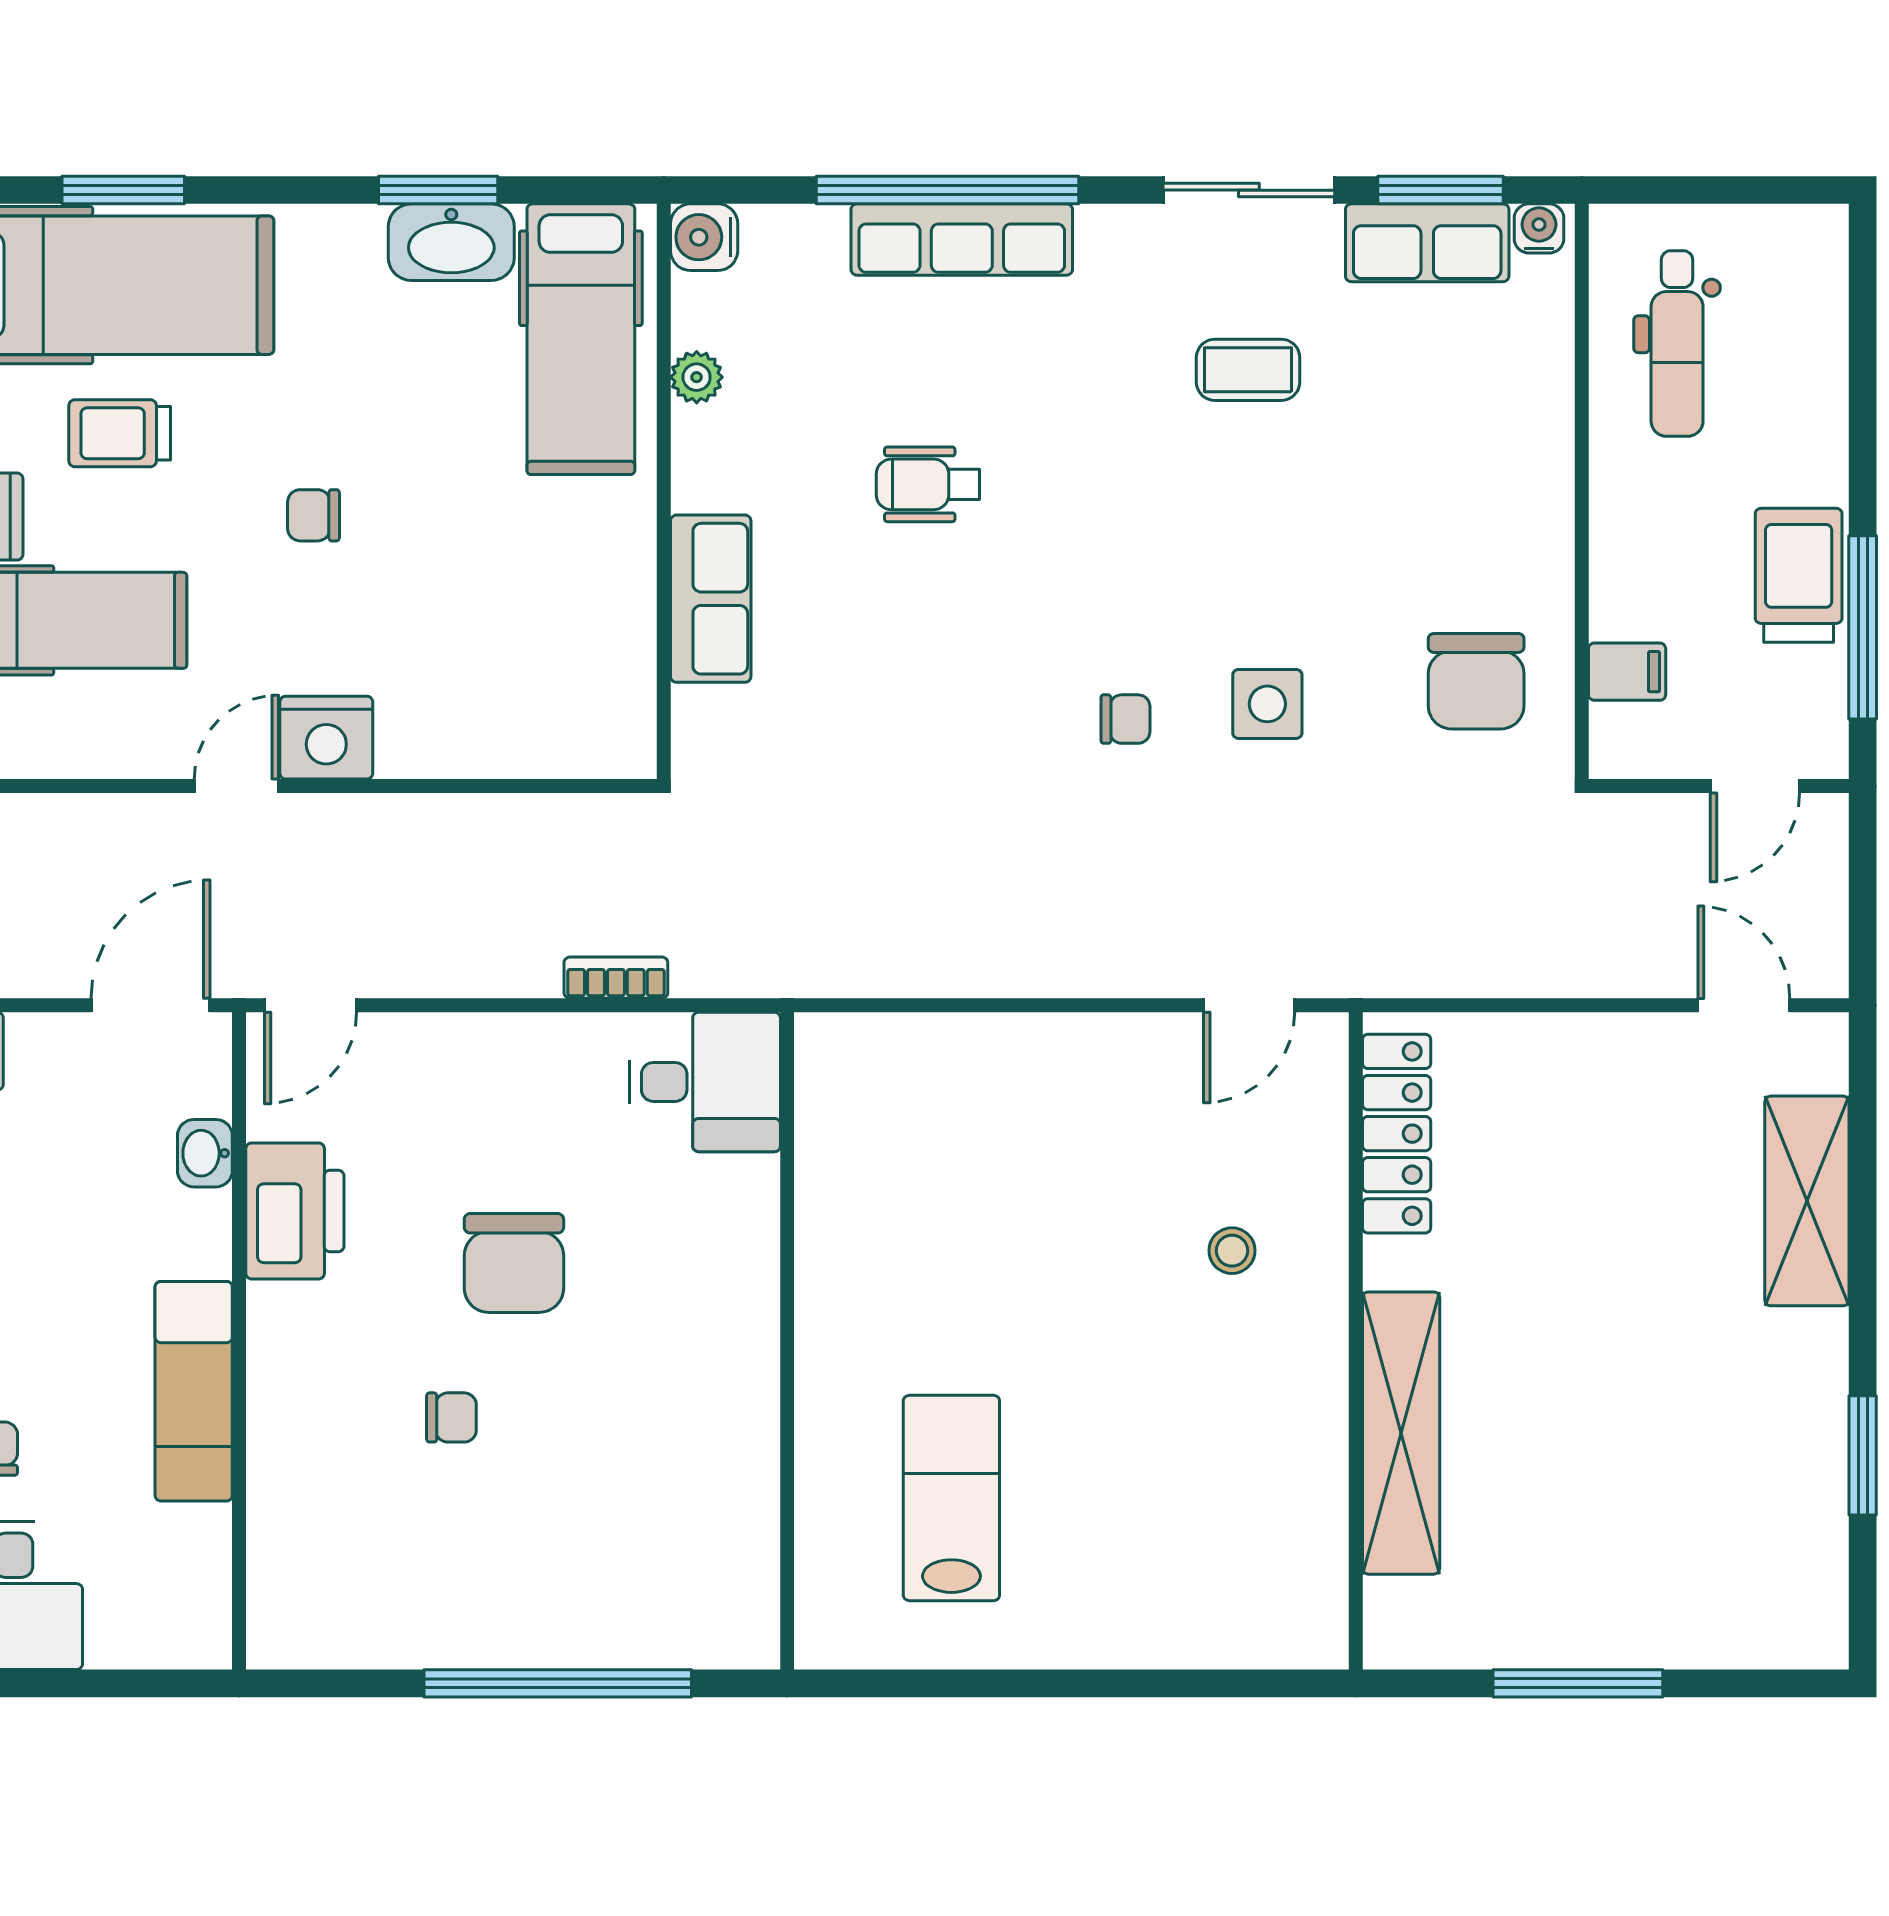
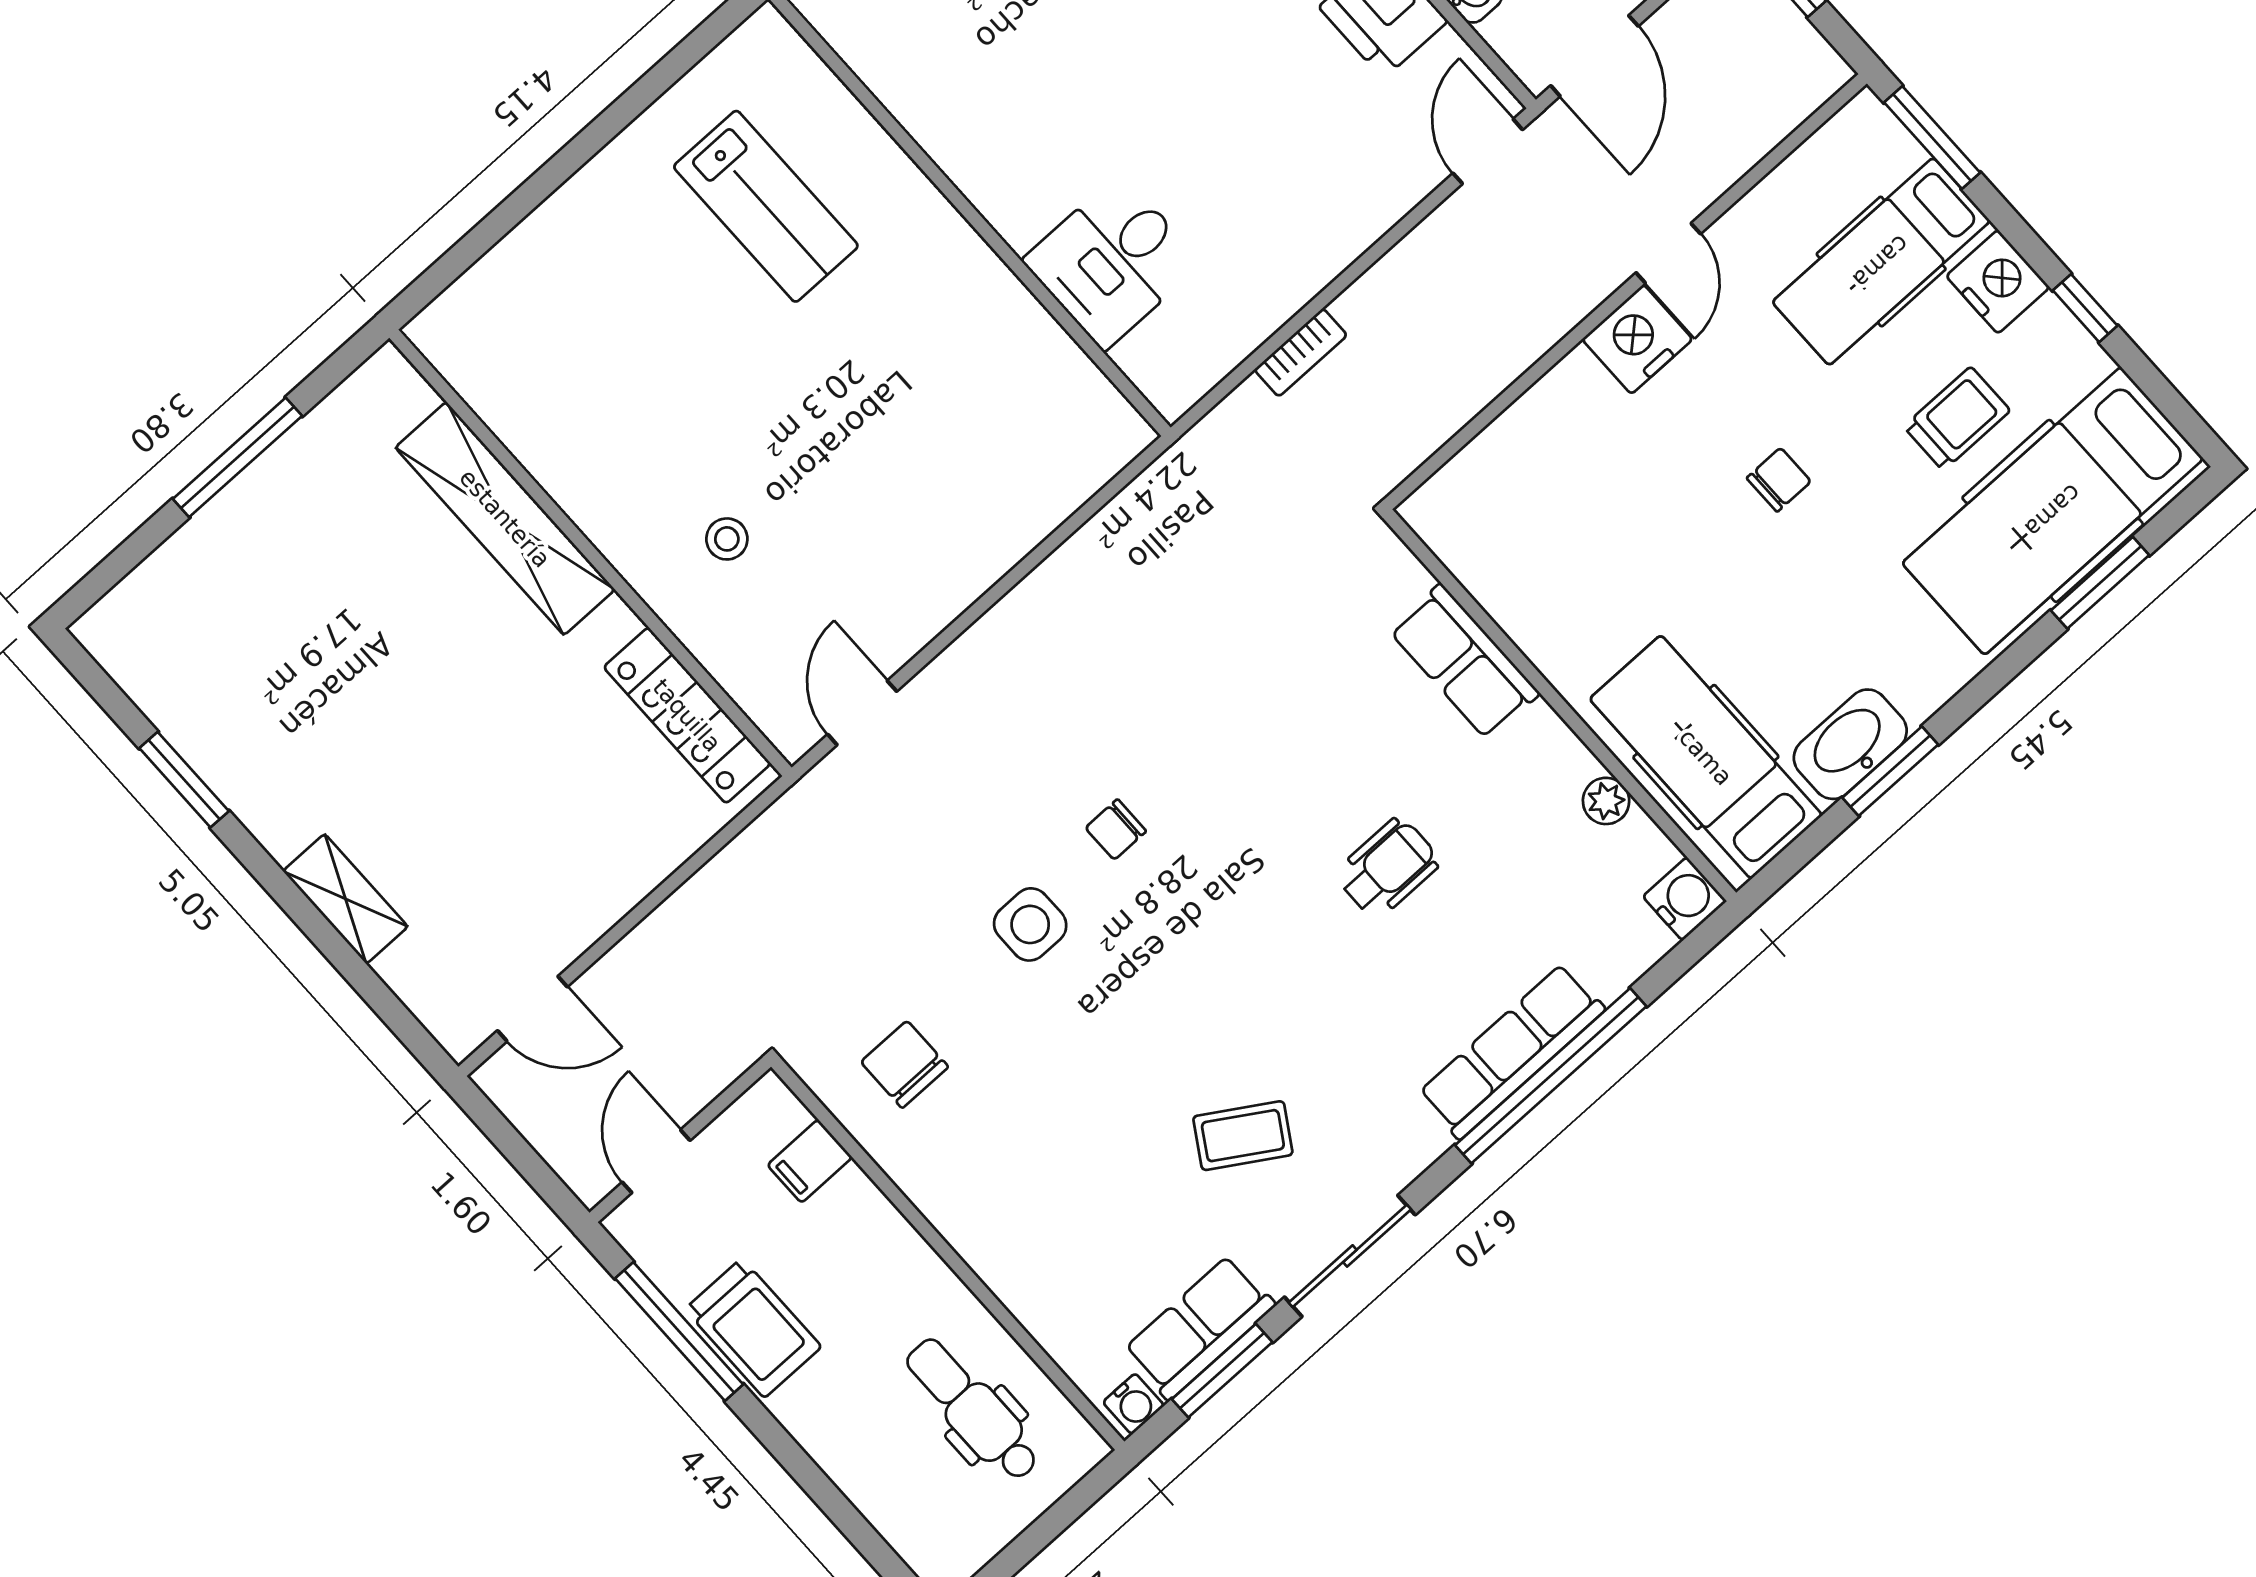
coffee table: (1248, 370) -> (1243, 1136), turned 32
chair: (1476, 681) -> (905, 1064), width x0.73, depth x0.73
desk: (705, 1082) -> (1112, 262), moved
shelving: (1807, 1201) -> (345, 899), width x0.67, depth x0.75
chair: (514, 1263) -> (1198, 101), removed

